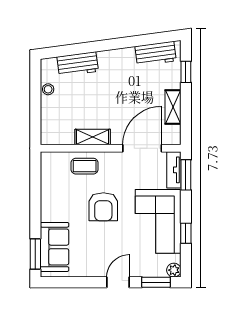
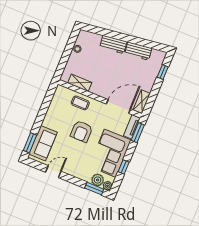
workbench: (156, 54) -> (138, 51), moved
workbench: (78, 64) -> (113, 45), moved
shelving: (173, 107) -> (142, 102), moved
shelving: (93, 137) -> (80, 83), moved
plant: (156, 268) -> (98, 180), added
door: (118, 282) -> (53, 172), moved

